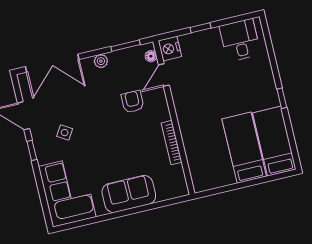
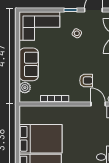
bed: (244, 148) -> (41, 139), width x1.50
plant: (165, 191) -> (25, 88), added

